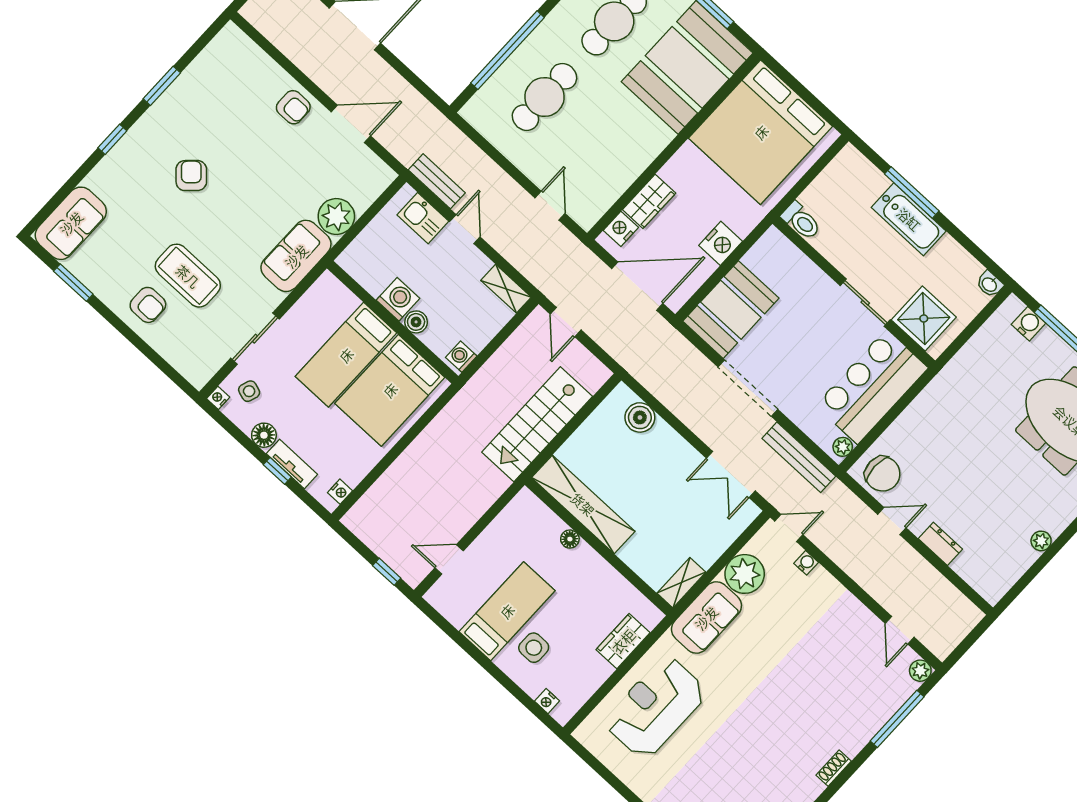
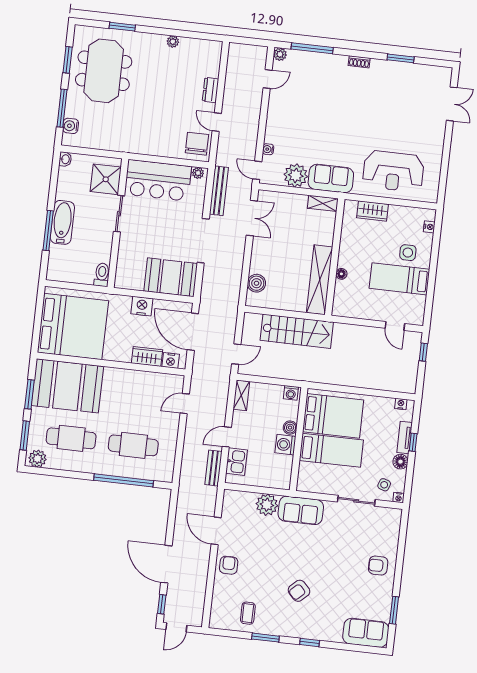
coffee table: (188, 276) -> (248, 613), moved, width x0.54, depth x0.58
armchair: (148, 305) -> (378, 566), turned -90

